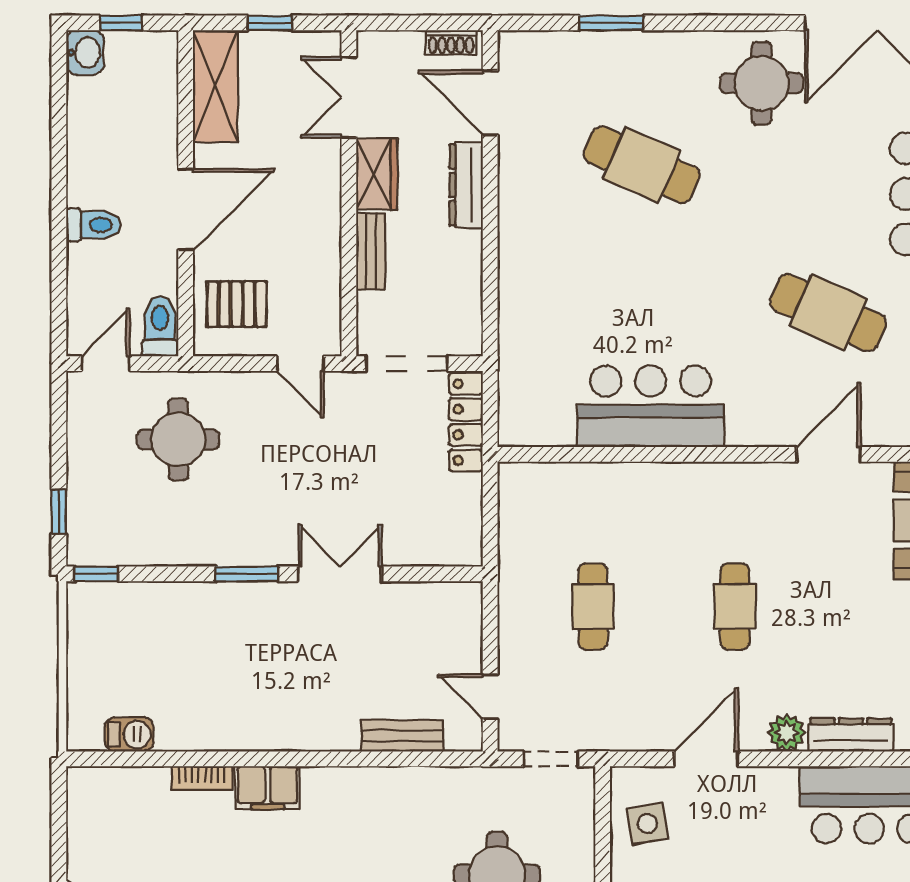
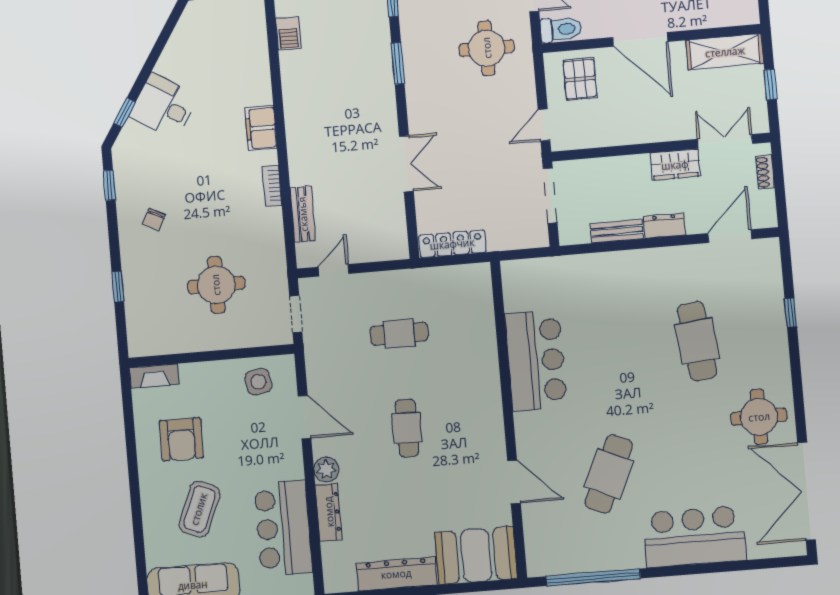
window: (611, 23) -> (791, 312), width x0.67
shoe rack: (451, 42) -> (765, 172), moved
cafe table: (642, 165) -> (697, 341), turned -30
dresser: (466, 185) -> (664, 226), width x0.70
bench: (371, 251) -> (617, 231), moved
locker: (466, 422) -> (452, 244), moved
window: (247, 574) -> (398, 63), moved
cafe table: (735, 607) -> (407, 428), turned 90
bookcase: (202, 778) -> (272, 186), moved

